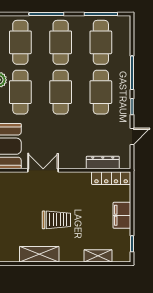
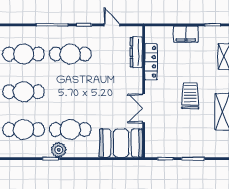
cafe table: (61, 92) -> (70, 92), removed
locker: (111, 178) -> (151, 62), moved

